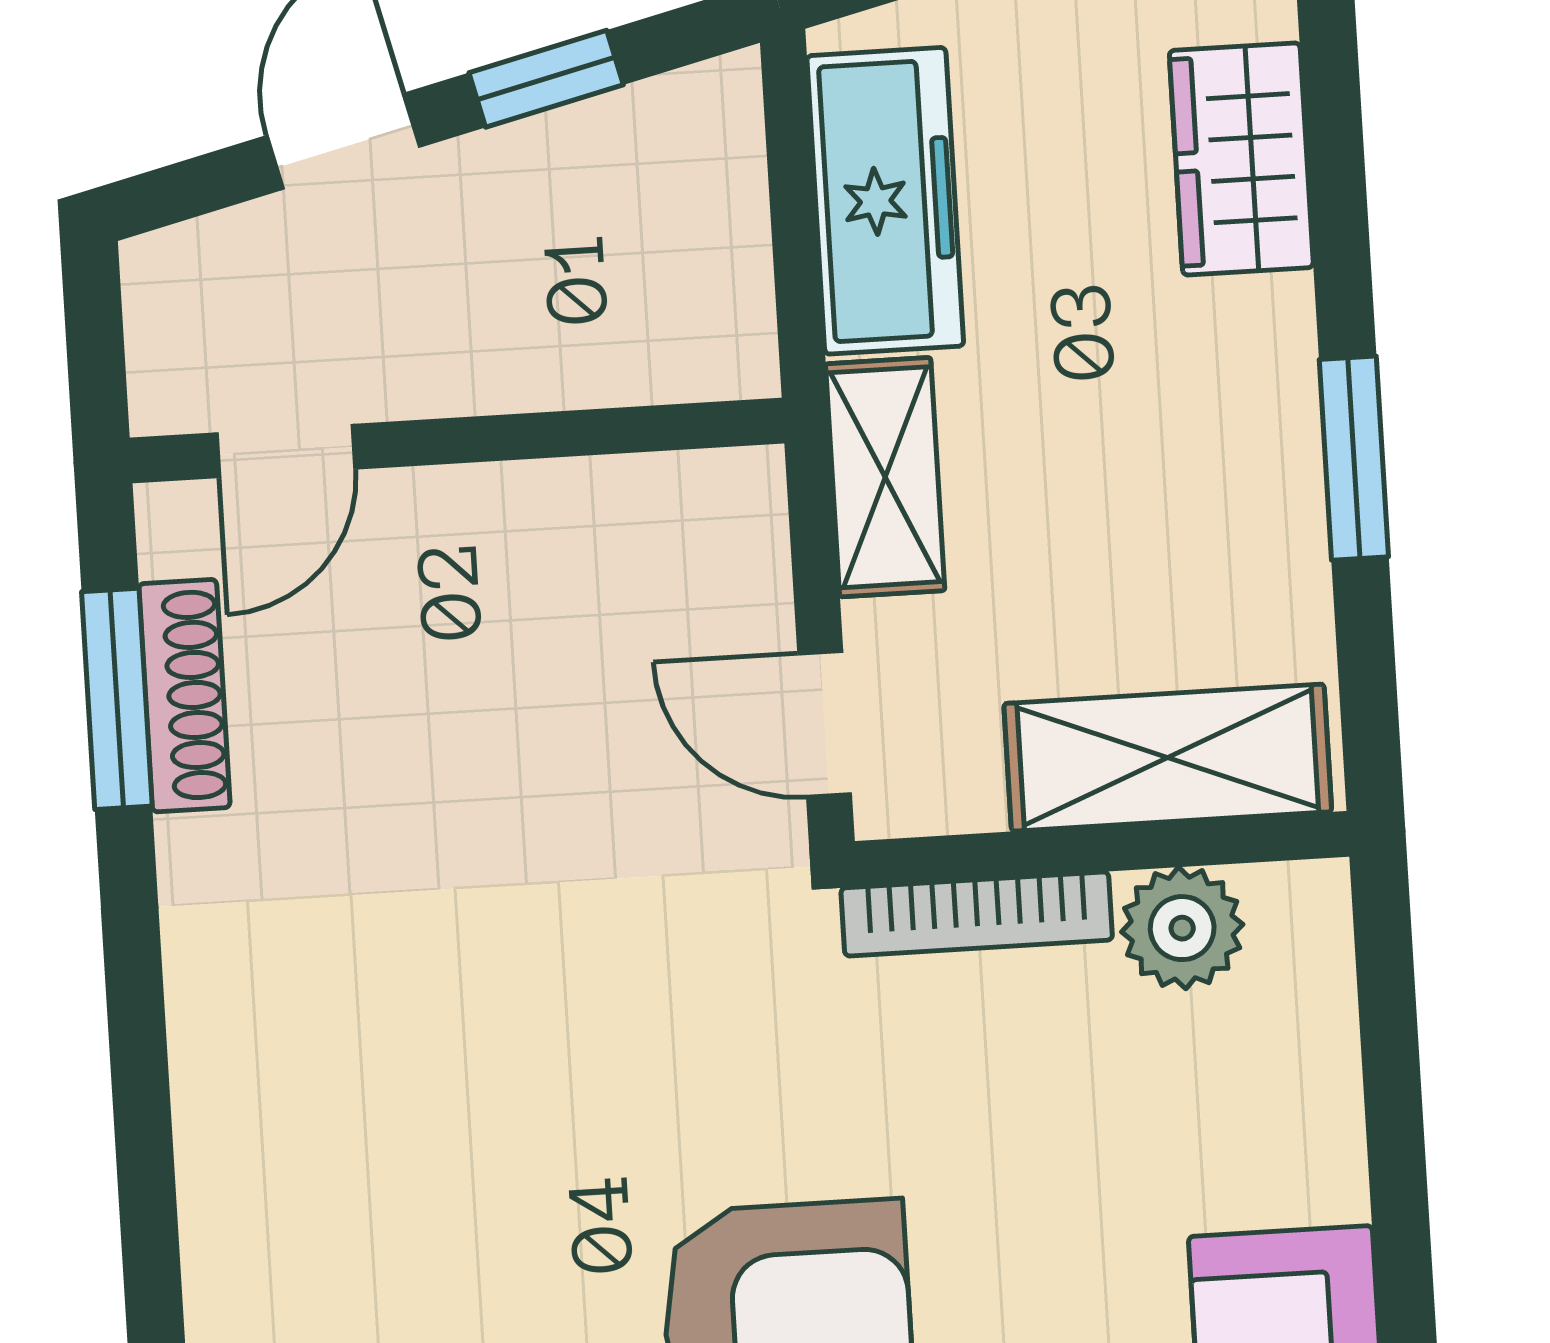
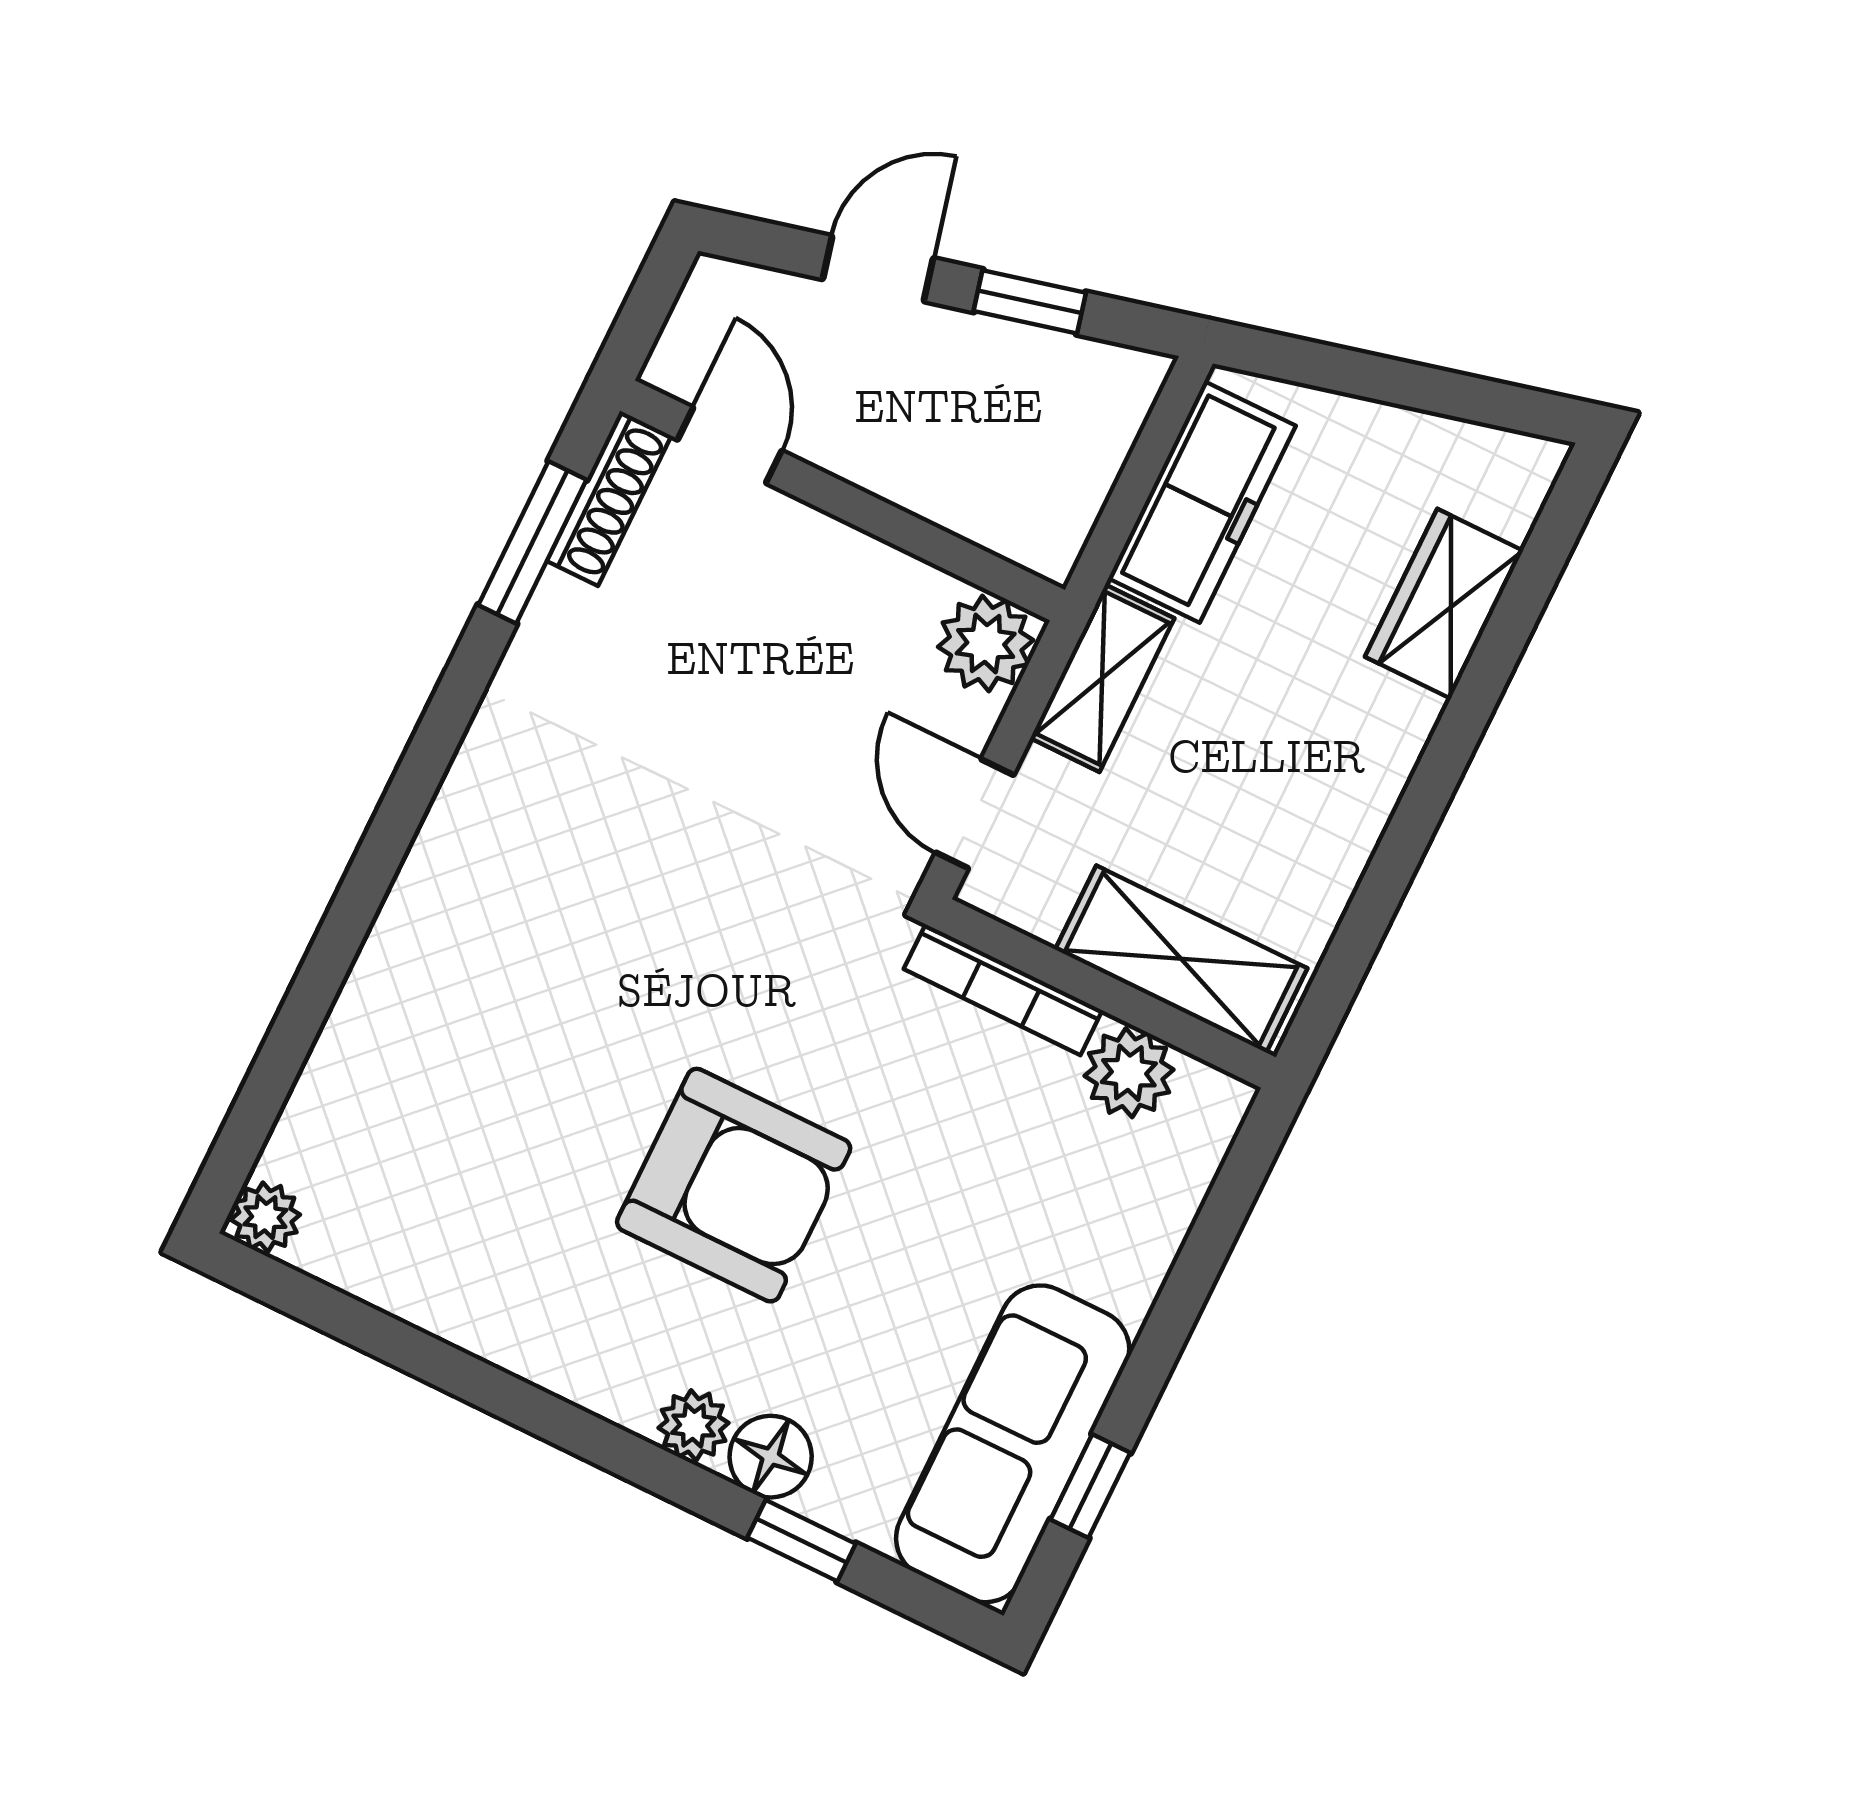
door: (286, 451) -> (730, 445), swing flipped
window: (1354, 458) -> (1408, 835), removed
plant: (723, 514) -> (986, 643), added
shoe rack: (184, 696) -> (609, 498), moved

